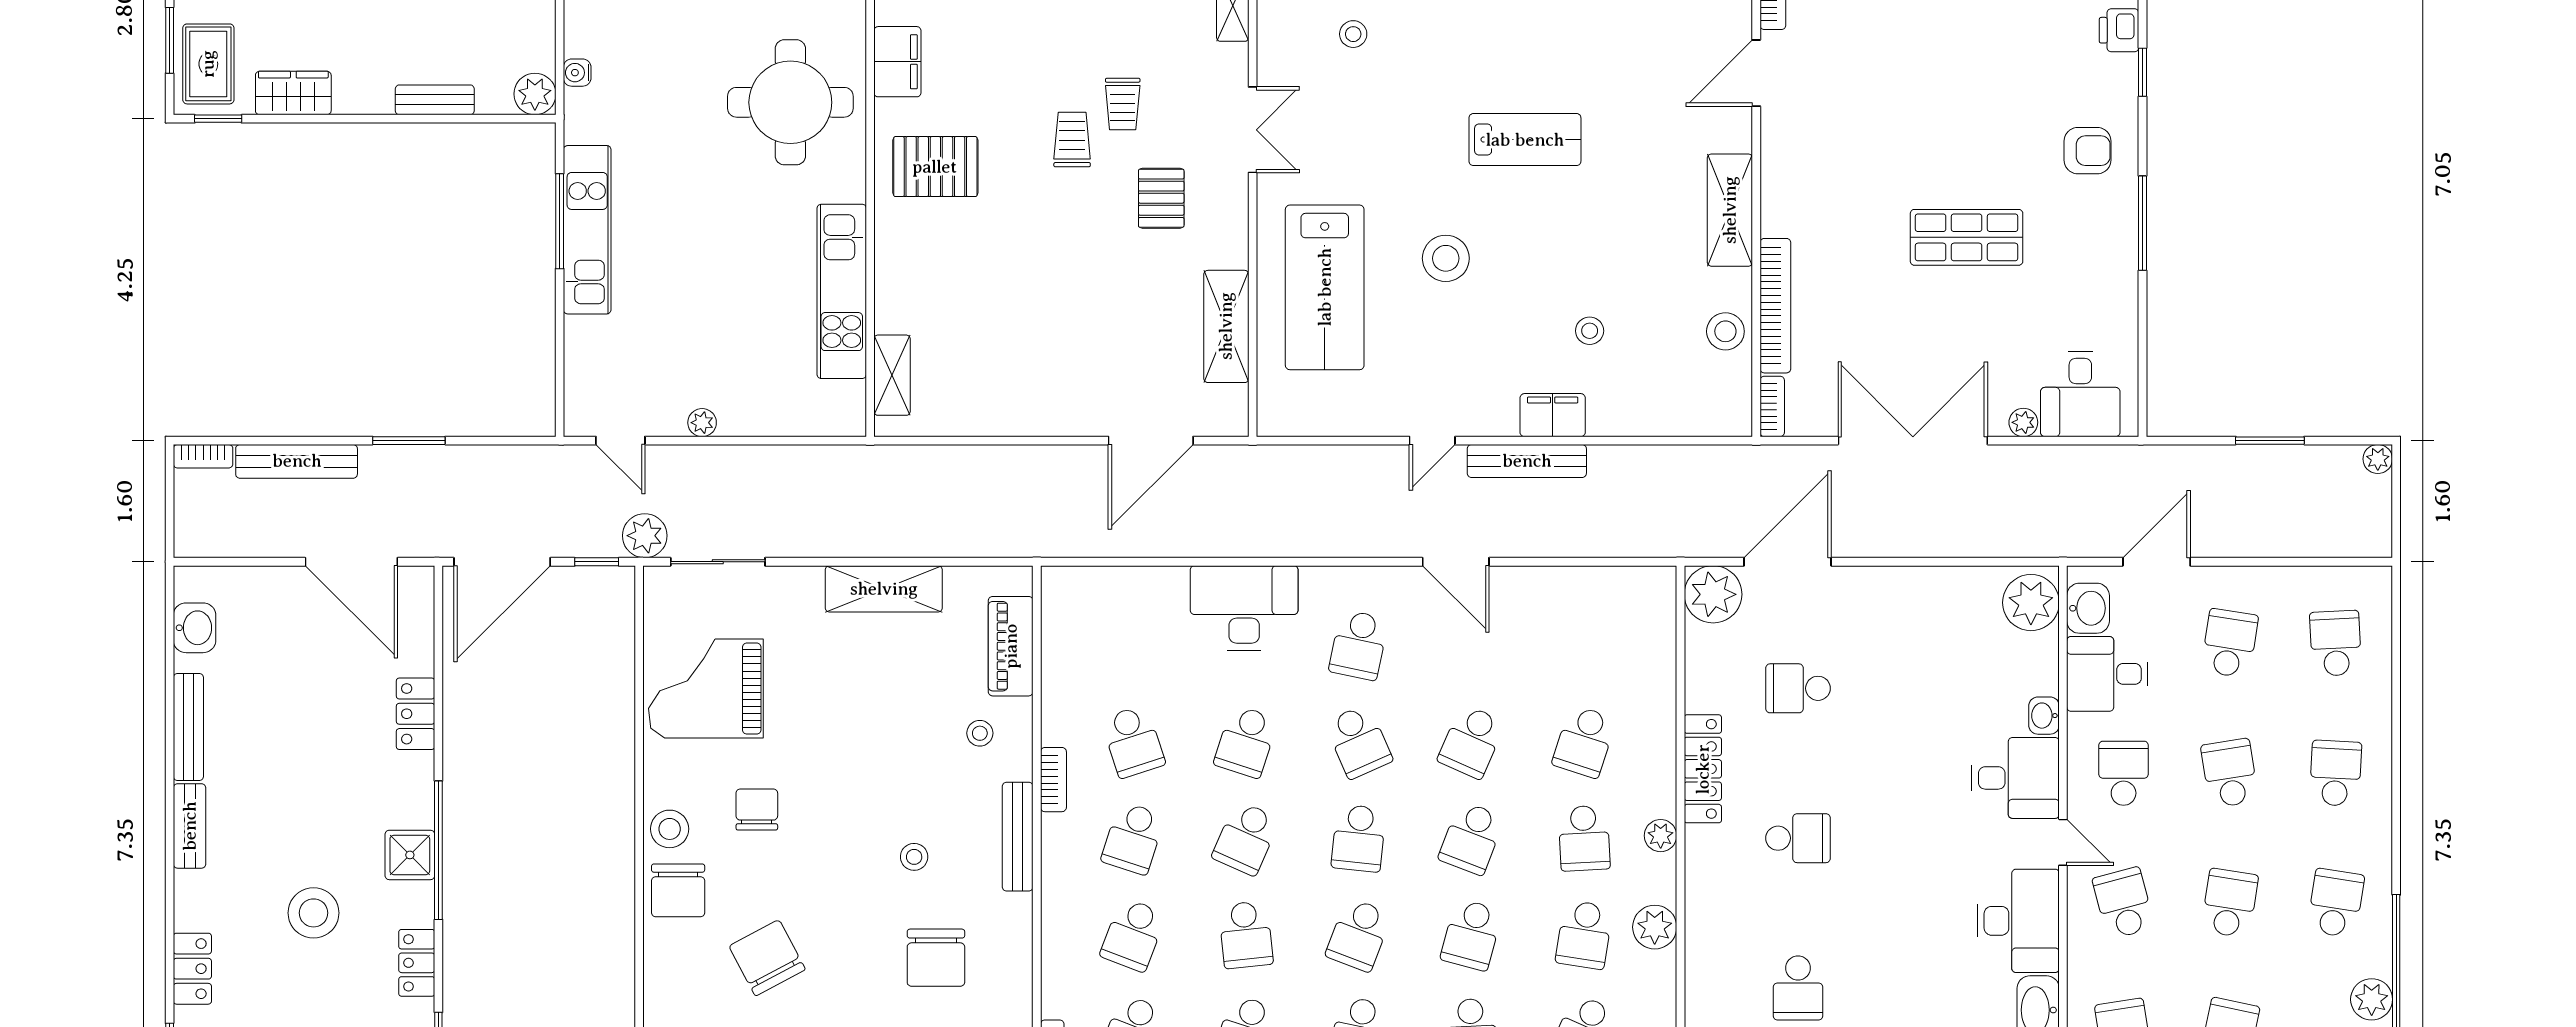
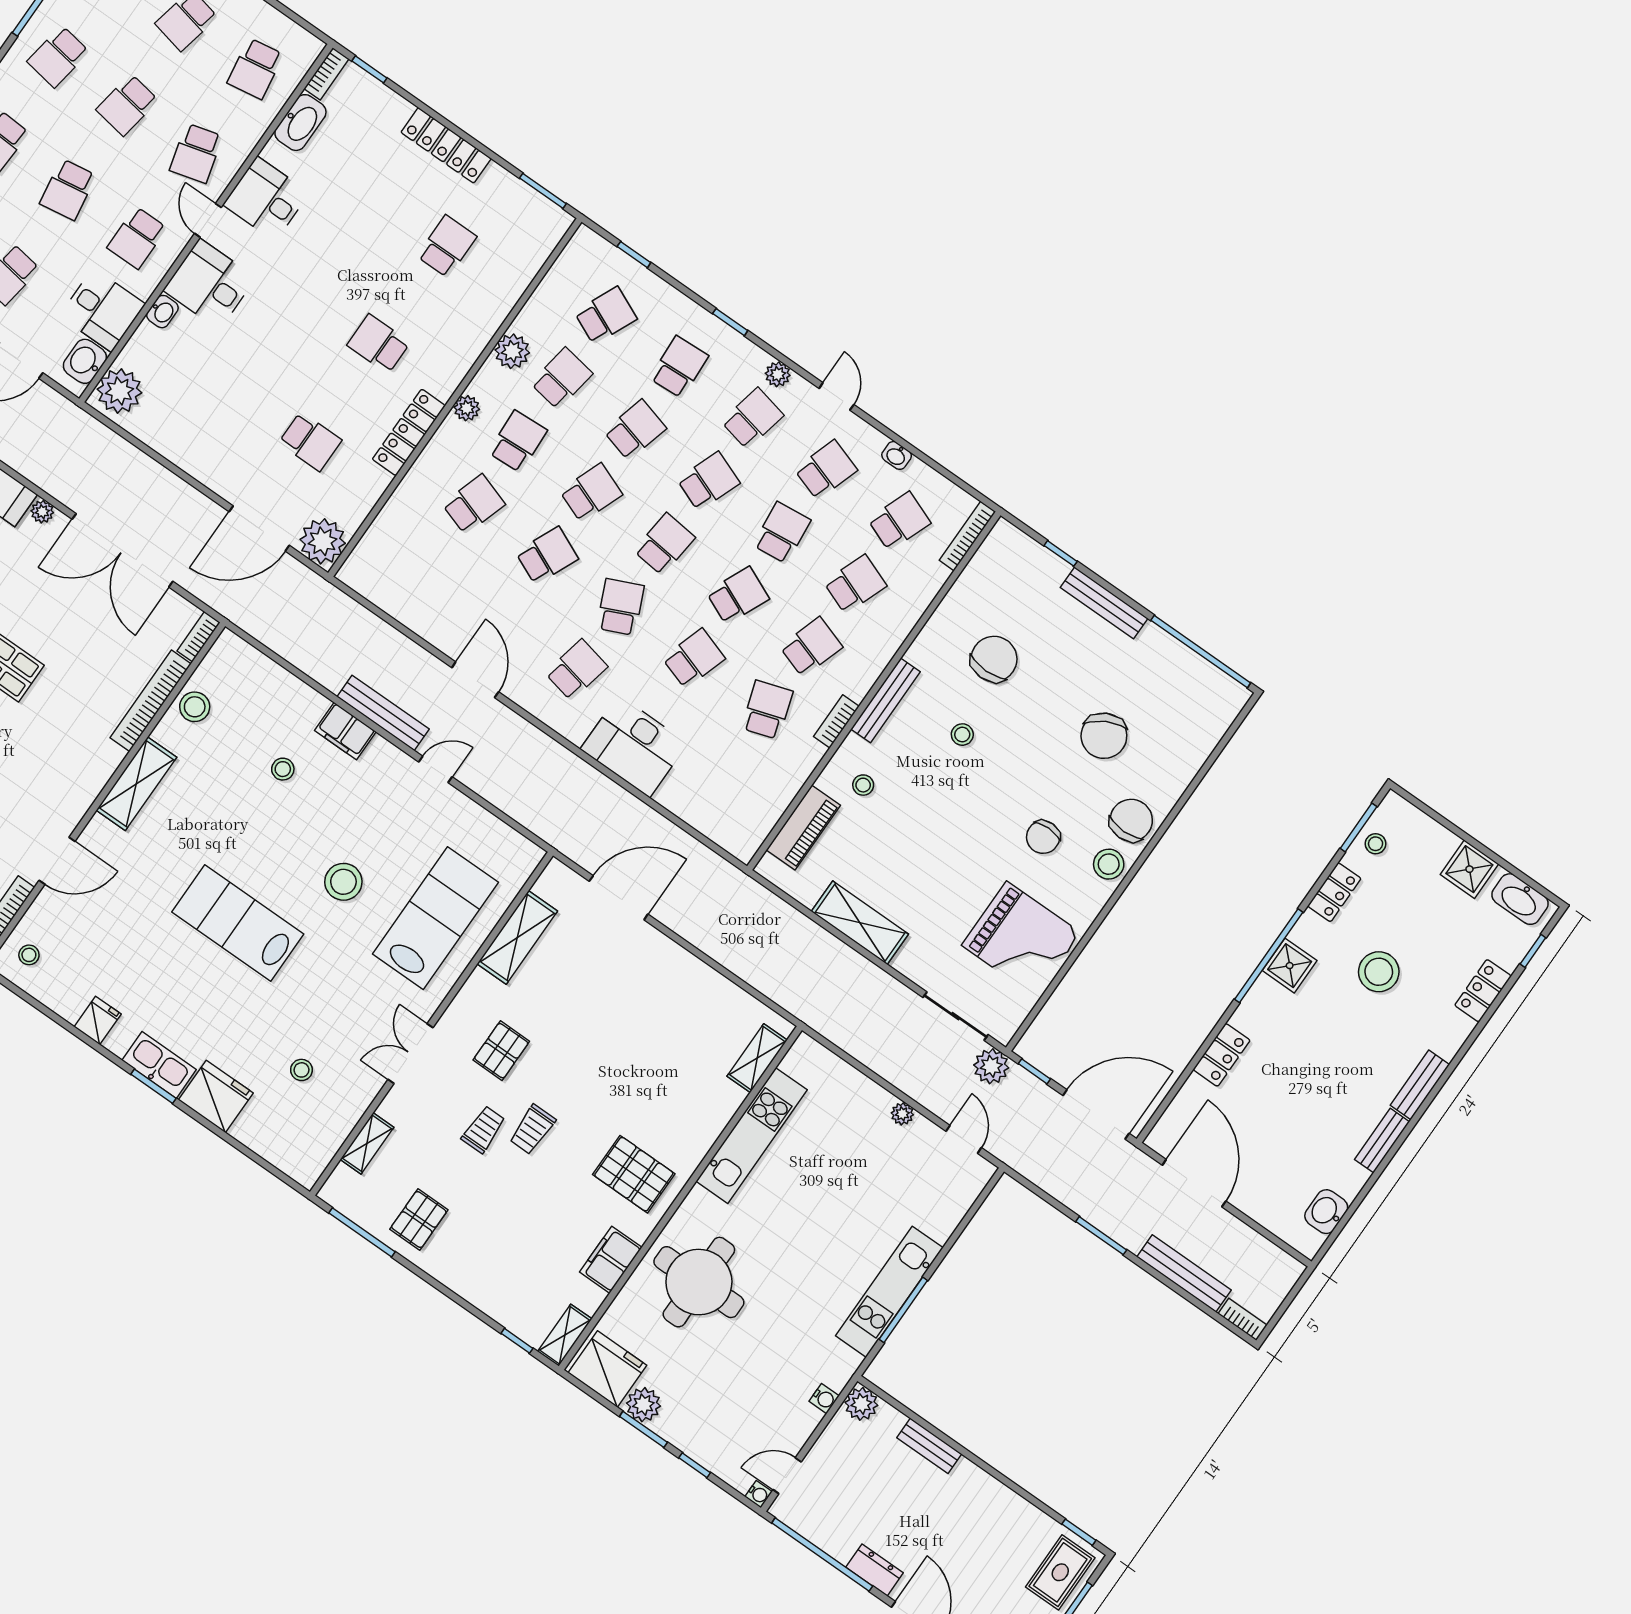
wardrobe: (293, 93) -> (1018, 1515), removed
lab bench: (1525, 140) -> (238, 923), width x1.36, depth x1.39
bench: (188, 727) -> (1382, 1141), width x0.73
desk: (2018, 921) -> (266, 199), width x0.73

